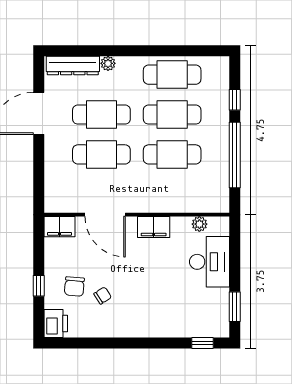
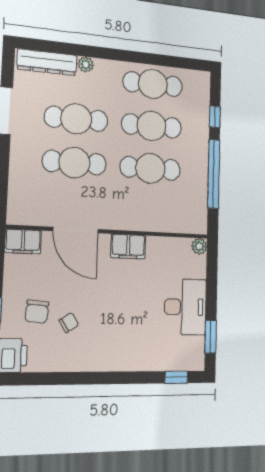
plant: (199, 224) -> (199, 246), moved
desk: (210, 262) -> (185, 307), moved

